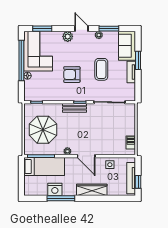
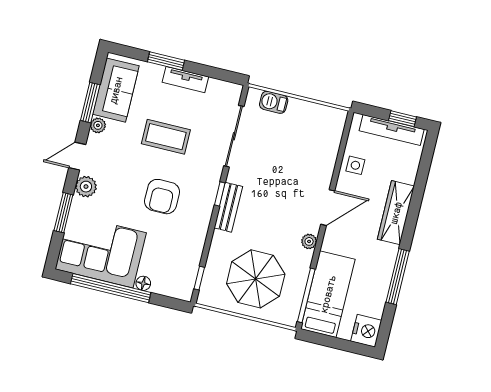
window: (42, 29) -> (63, 213), moved
sofa: (127, 46) -> (116, 90), moved, turned -90
barbecue: (131, 143) -> (274, 102), moved
nightstand: (55, 189) -> (366, 331), moved

